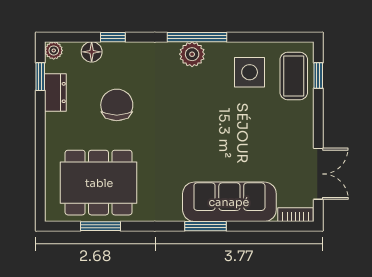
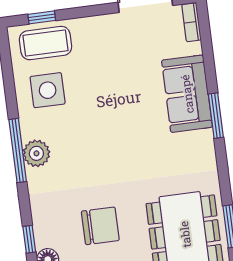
chair: (117, 105) -> (100, 226), turned 180
sofa: (229, 202) -> (187, 94), width x0.73

